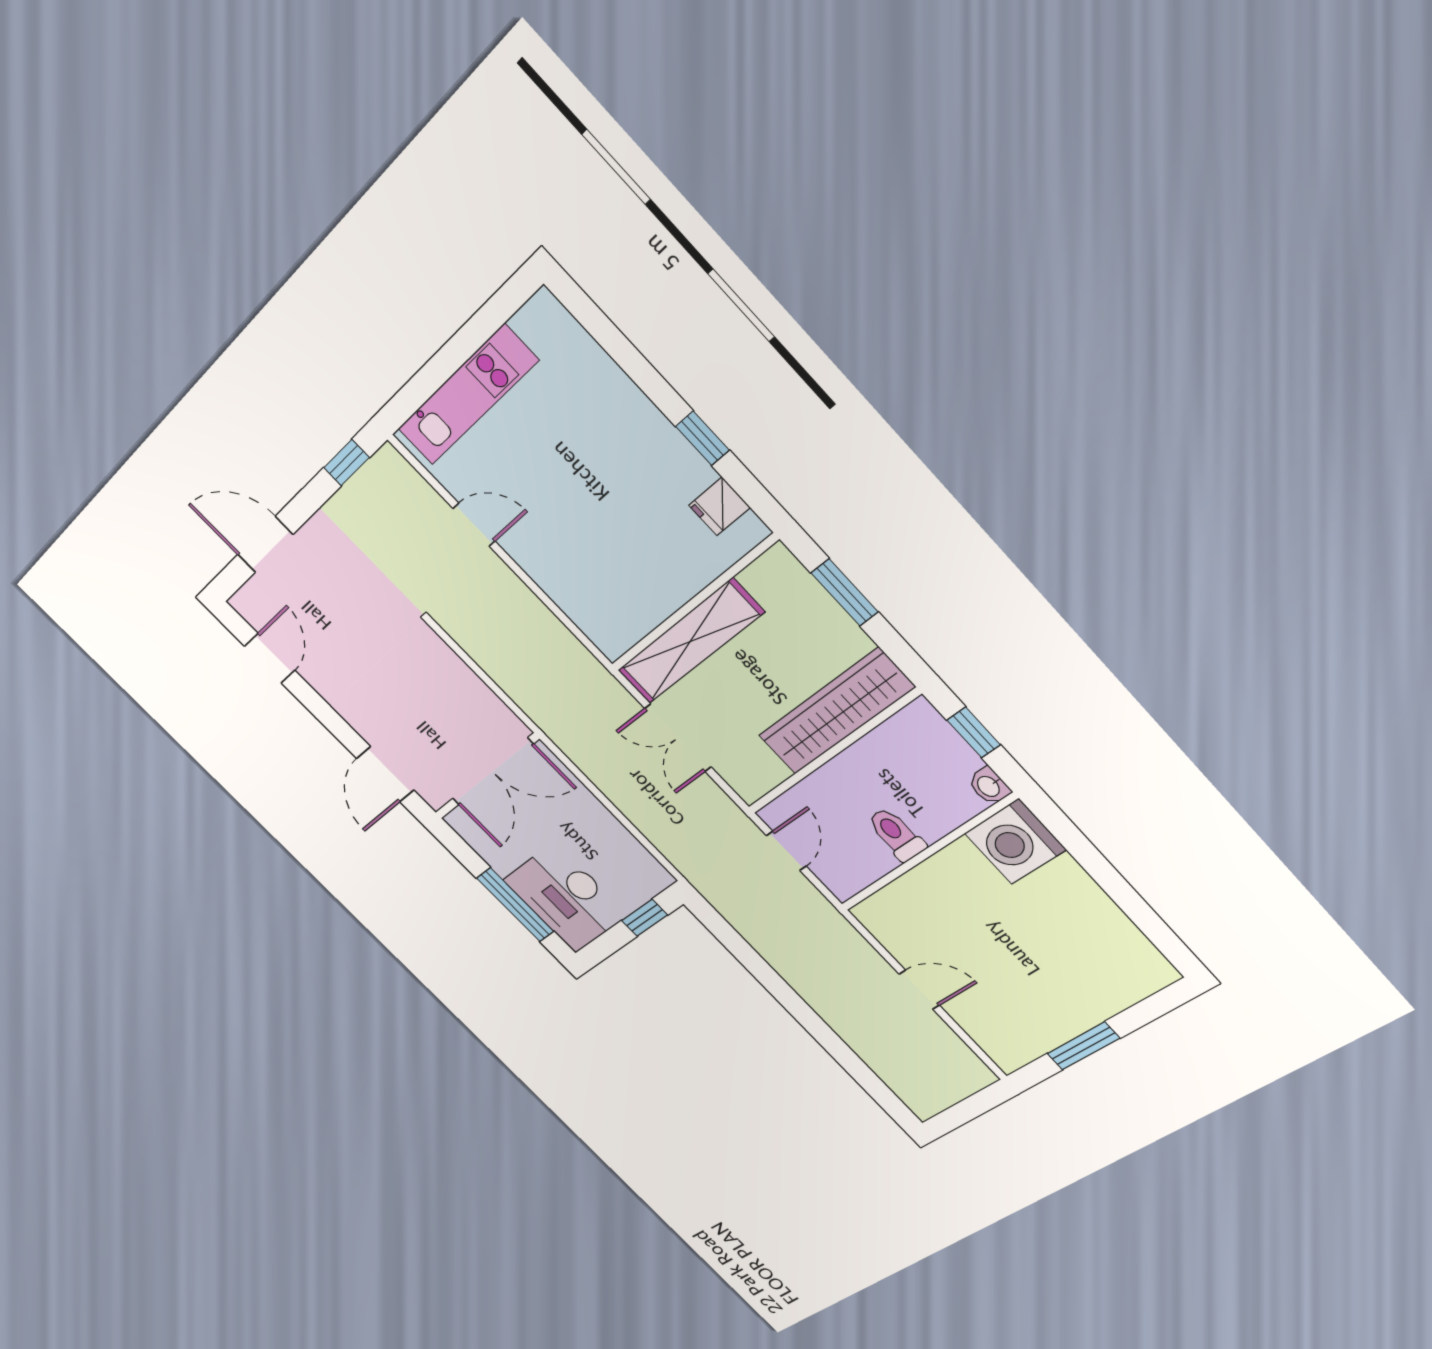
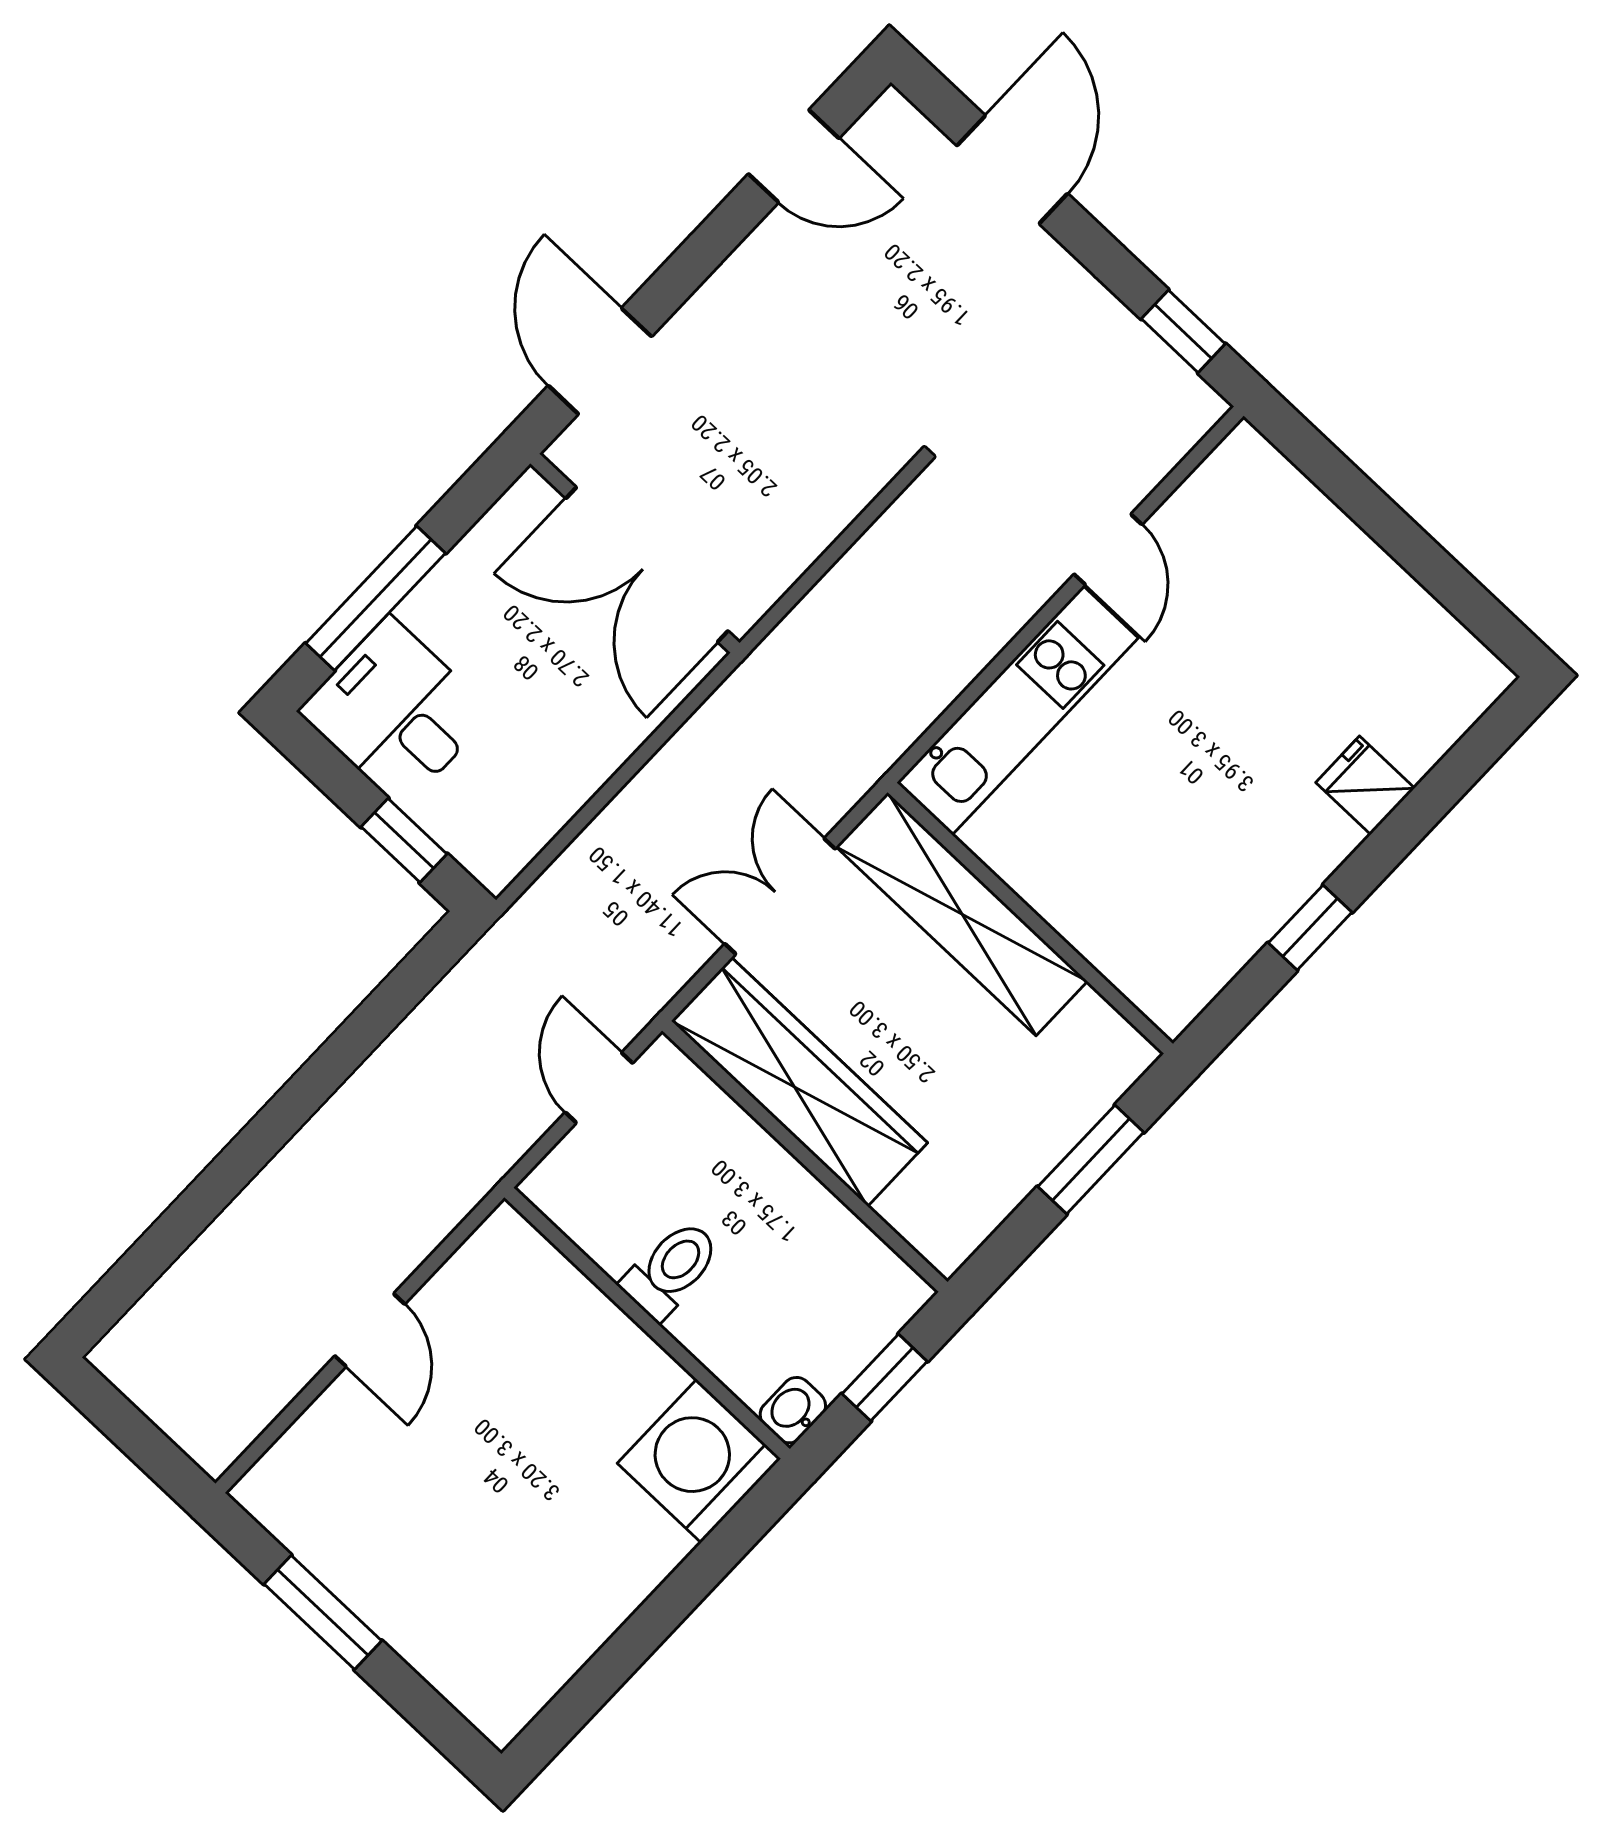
kitchen unit: (467, 395) -> (1017, 710), moved, turned -90
fridge: (719, 506) -> (1365, 785), moved
wardrobe: (836, 712) -> (799, 1082), moved
door: (385, 774) -> (600, 361), hinge flipped
door: (786, 851) -> (599, 1088), swing flipped
desk: (565, 898) -> (396, 712), width x0.73

